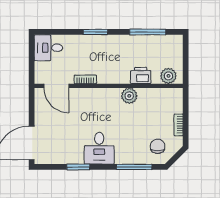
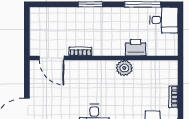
desk: (48, 48) -> (164, 20), moved, turned 180
plant: (168, 76) -> (163, 48), removed

